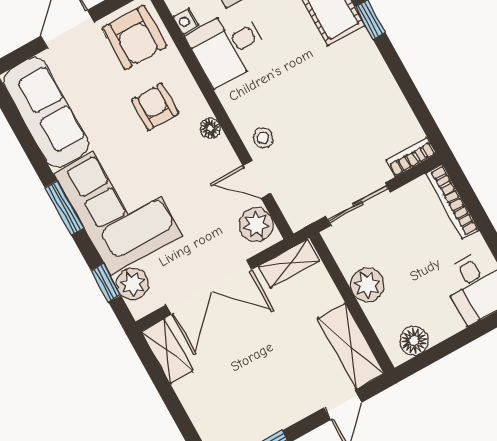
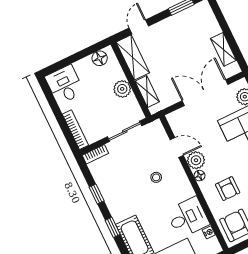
window: (404, 81) -> (97, 194), added
stool: (263, 138) -> (156, 177), moved
plant: (256, 225) -> (196, 160), moved
shelving: (289, 264) -> (147, 91), moved, turned 90
shelving: (167, 351) -> (223, 49), moved

